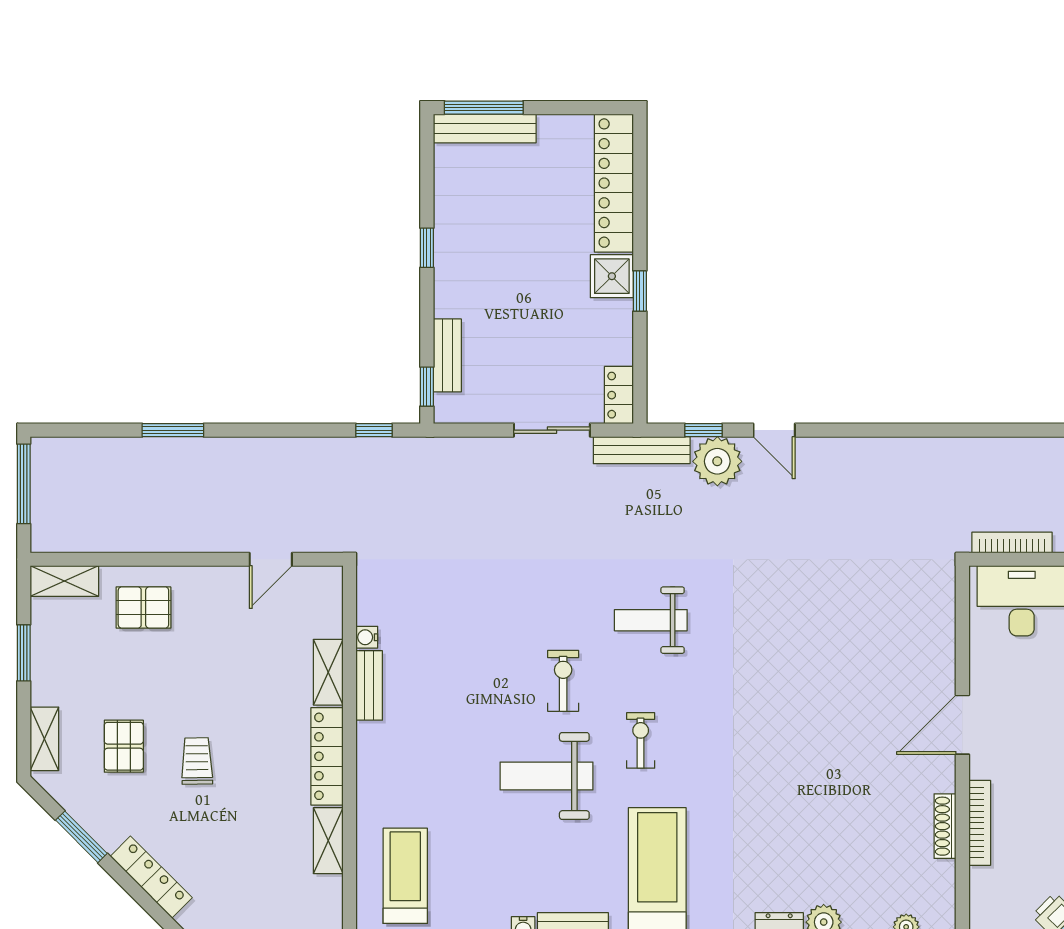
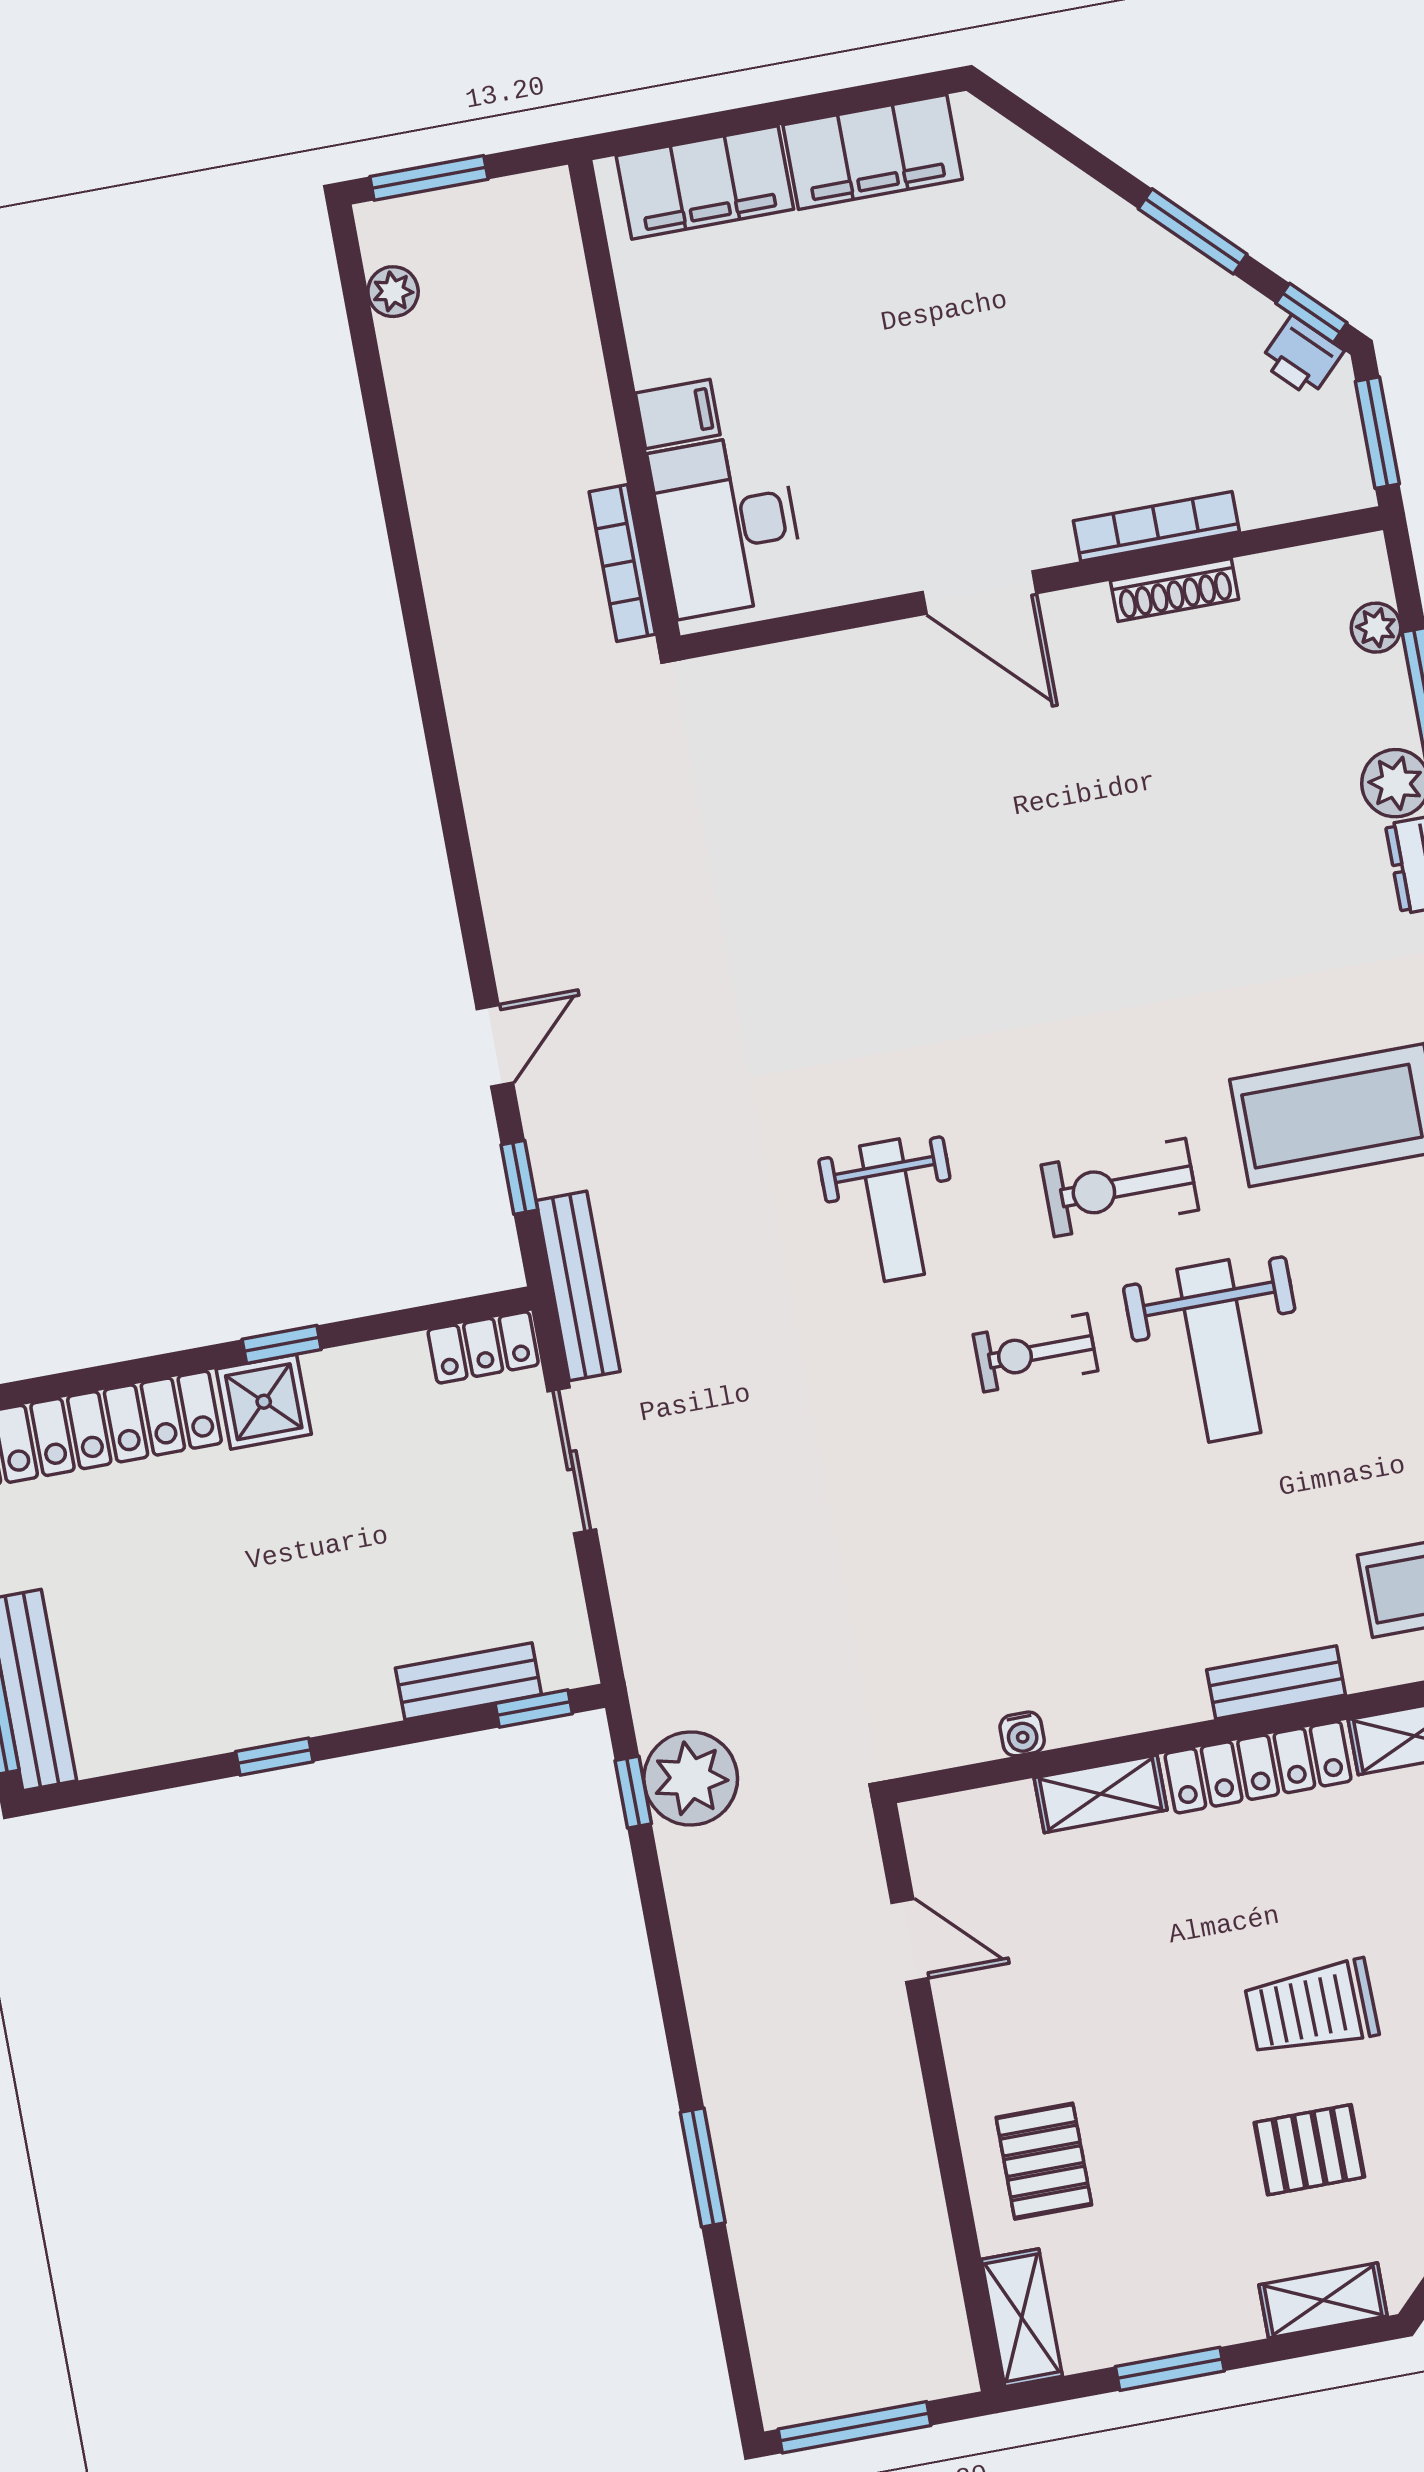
plant: (717, 461) -> (691, 1779), moved
bench: (369, 685) -> (1276, 1682), moved
exercise bike: (641, 740) -> (1120, 1188), width x1.38, depth x1.39
trolley: (197, 761) -> (1312, 2008), width x1.36, depth x1.39

